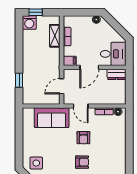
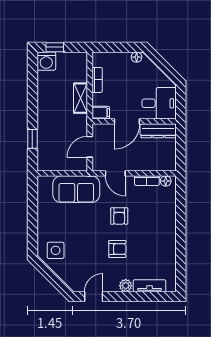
shelving: (55, 36) -> (81, 98), moved
dresser: (117, 74) -> (158, 131), width x1.44

